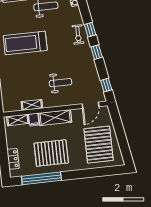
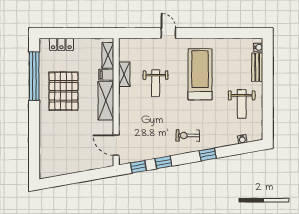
exercise bike: (78, 34) -> (188, 135), moved
window: (97, 52) -> (163, 162), moved
weight bench: (61, 83) -> (156, 83), moved
pallet: (99, 145) -> (67, 150), removed

